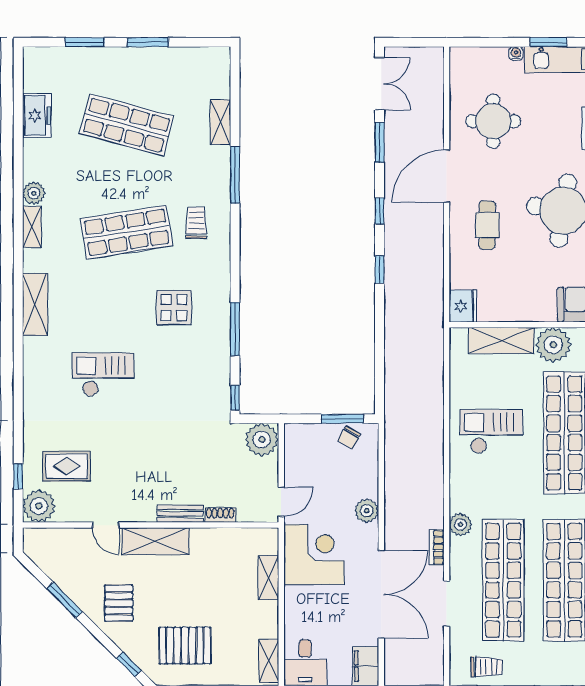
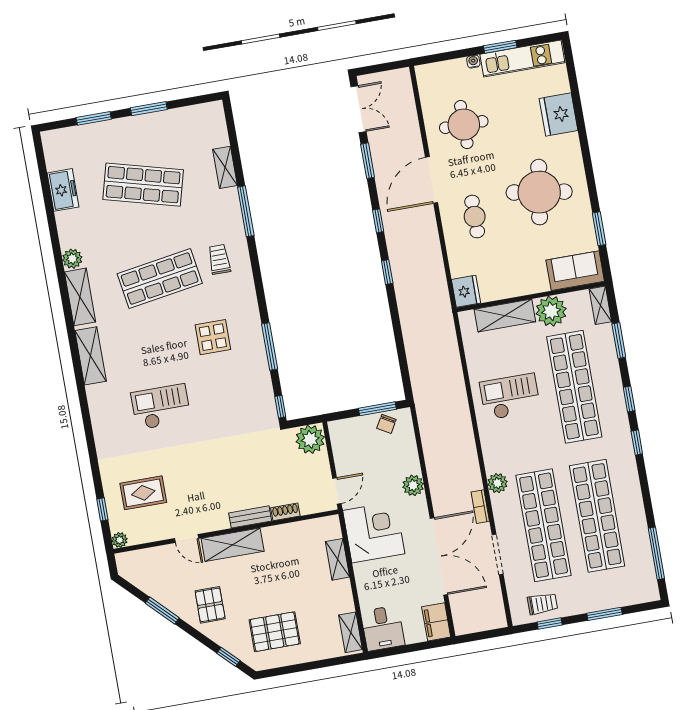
shelving: (32, 227) -> (80, 297), width x1.50, depth x1.33
plant: (39, 506) -> (120, 540), width x0.53, depth x0.53

